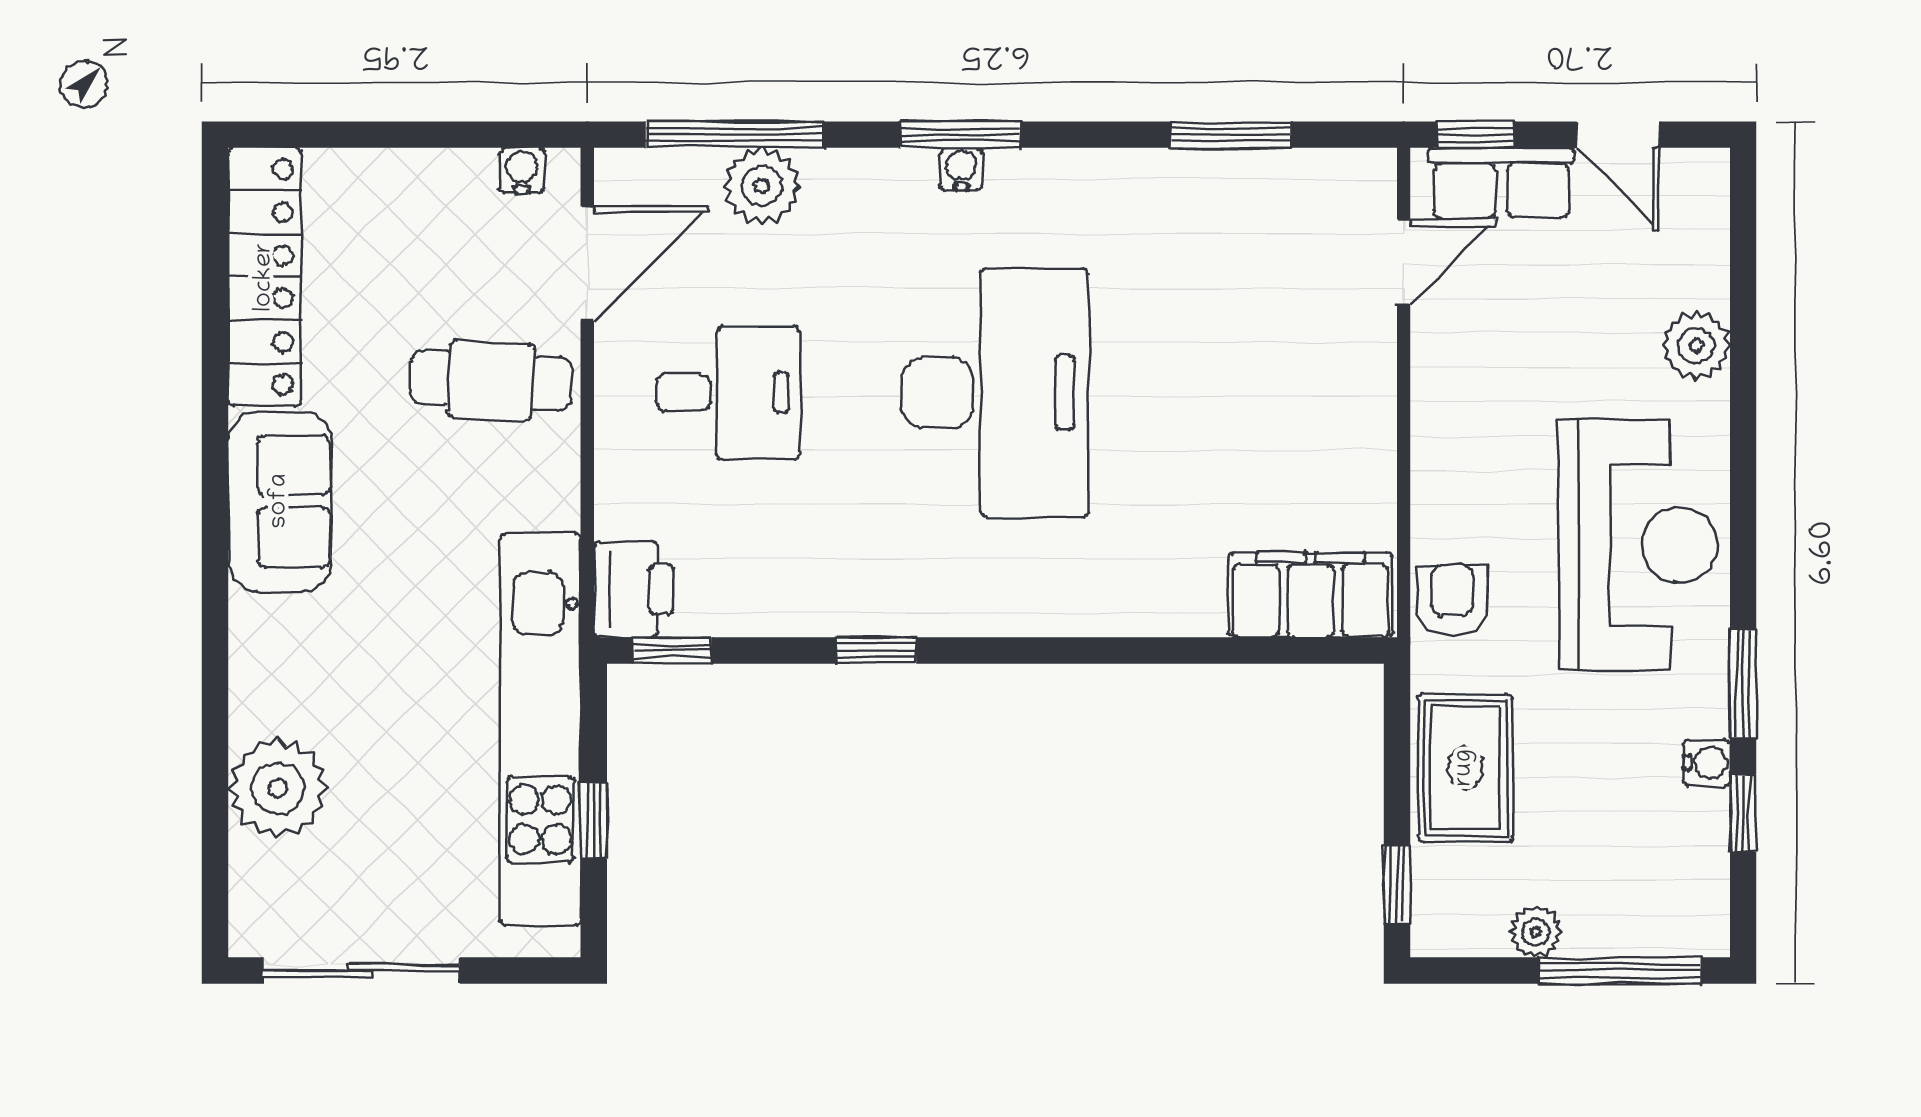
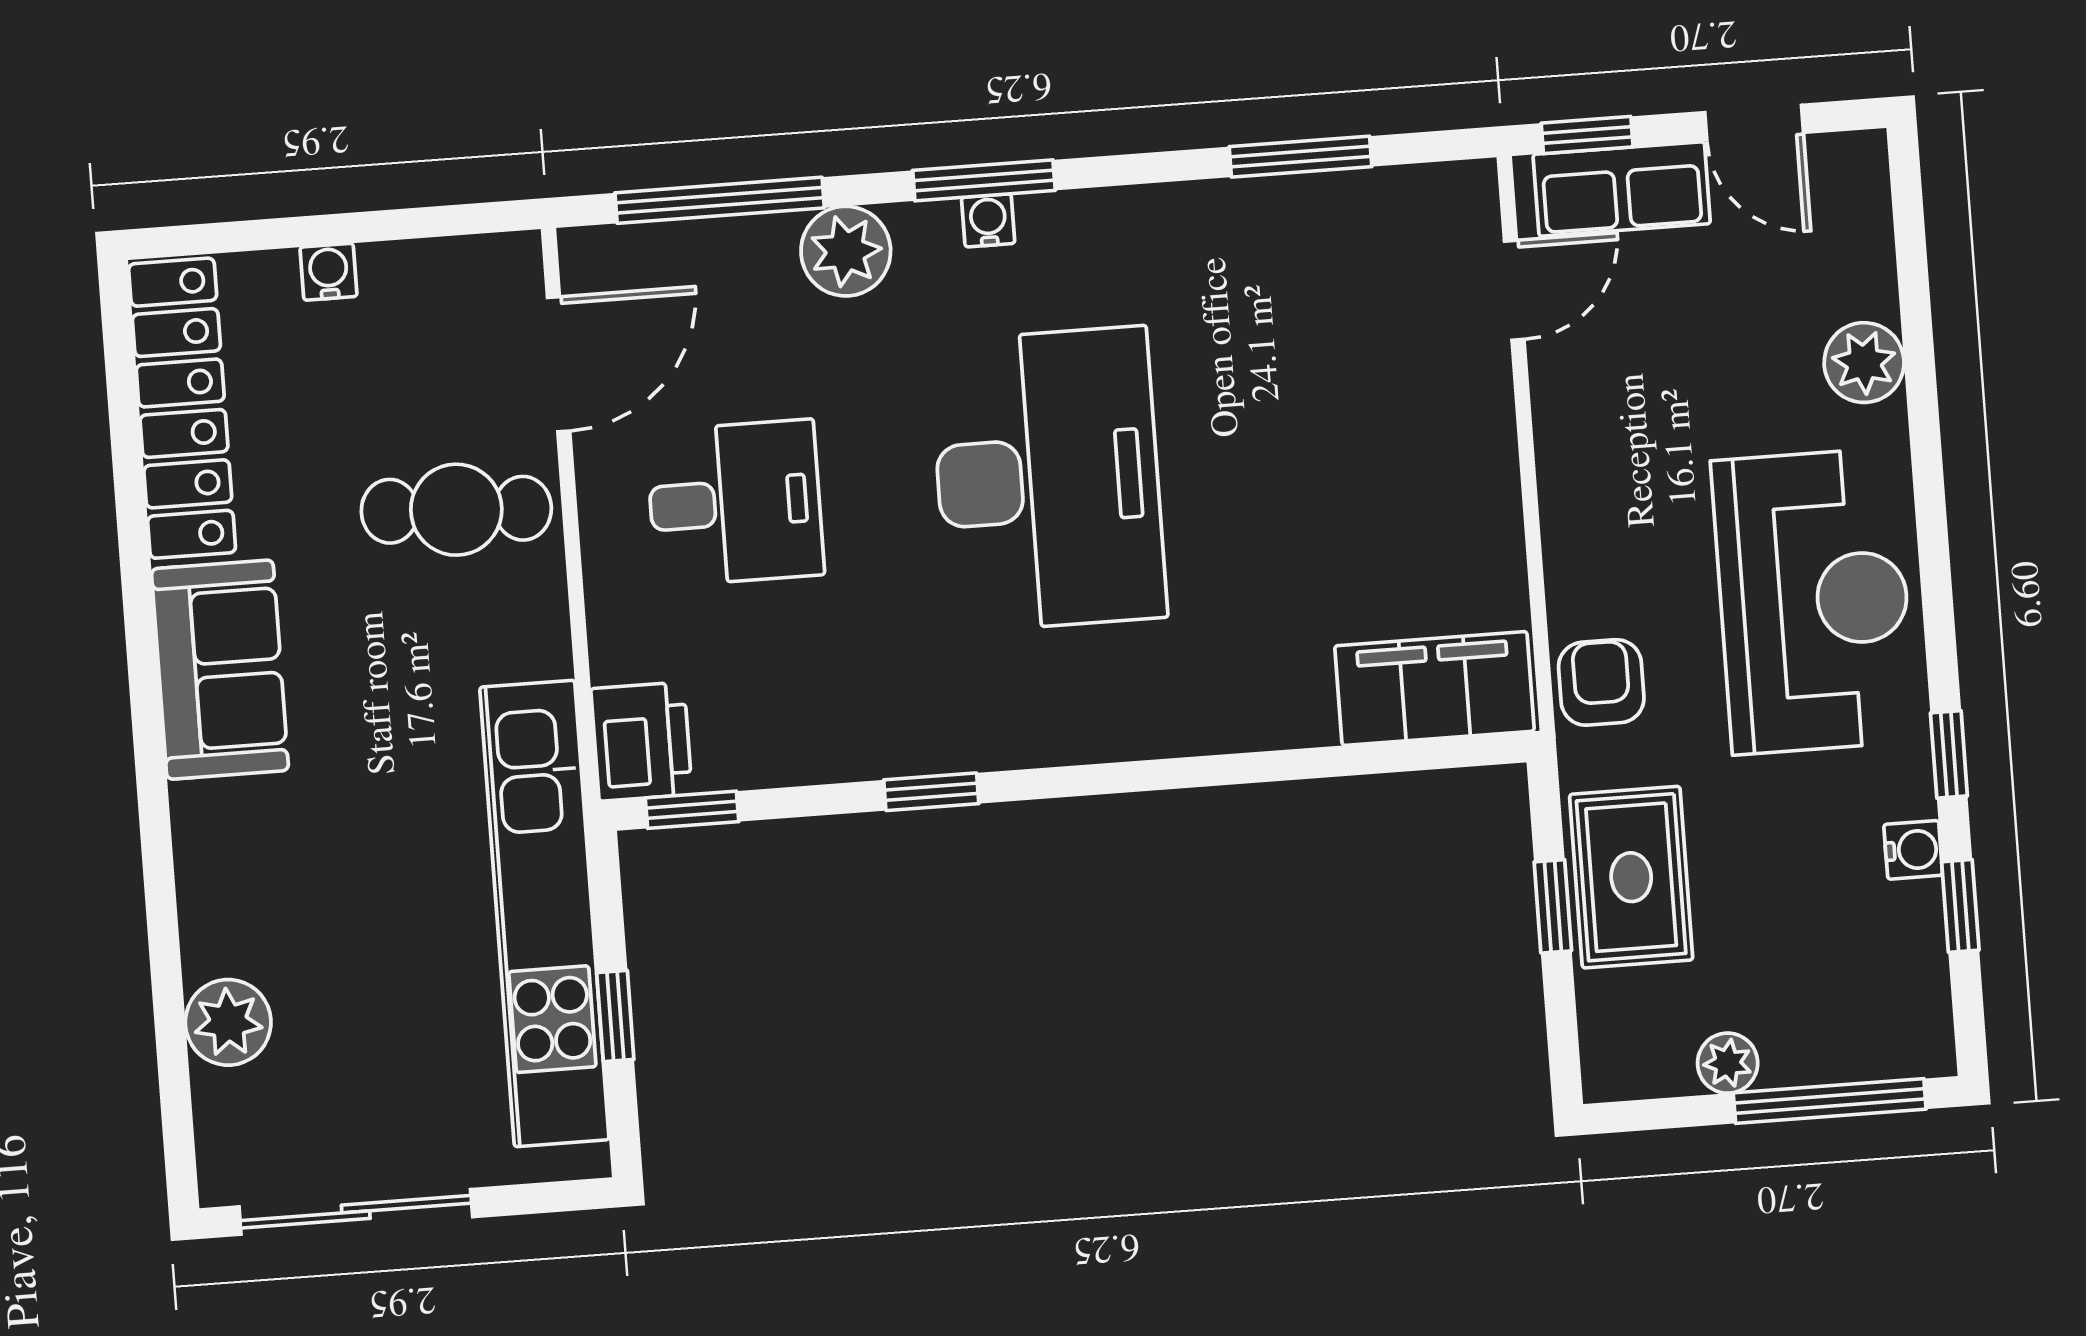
water cooler: (522, 170) -> (328, 272), moved
plant: (762, 186) -> (846, 251), moved
window: (1743, 684) -> (1949, 754), width x0.67
plant: (278, 788) -> (228, 1022), width x0.73, depth x0.73
window: (1397, 884) -> (1553, 906), moved

